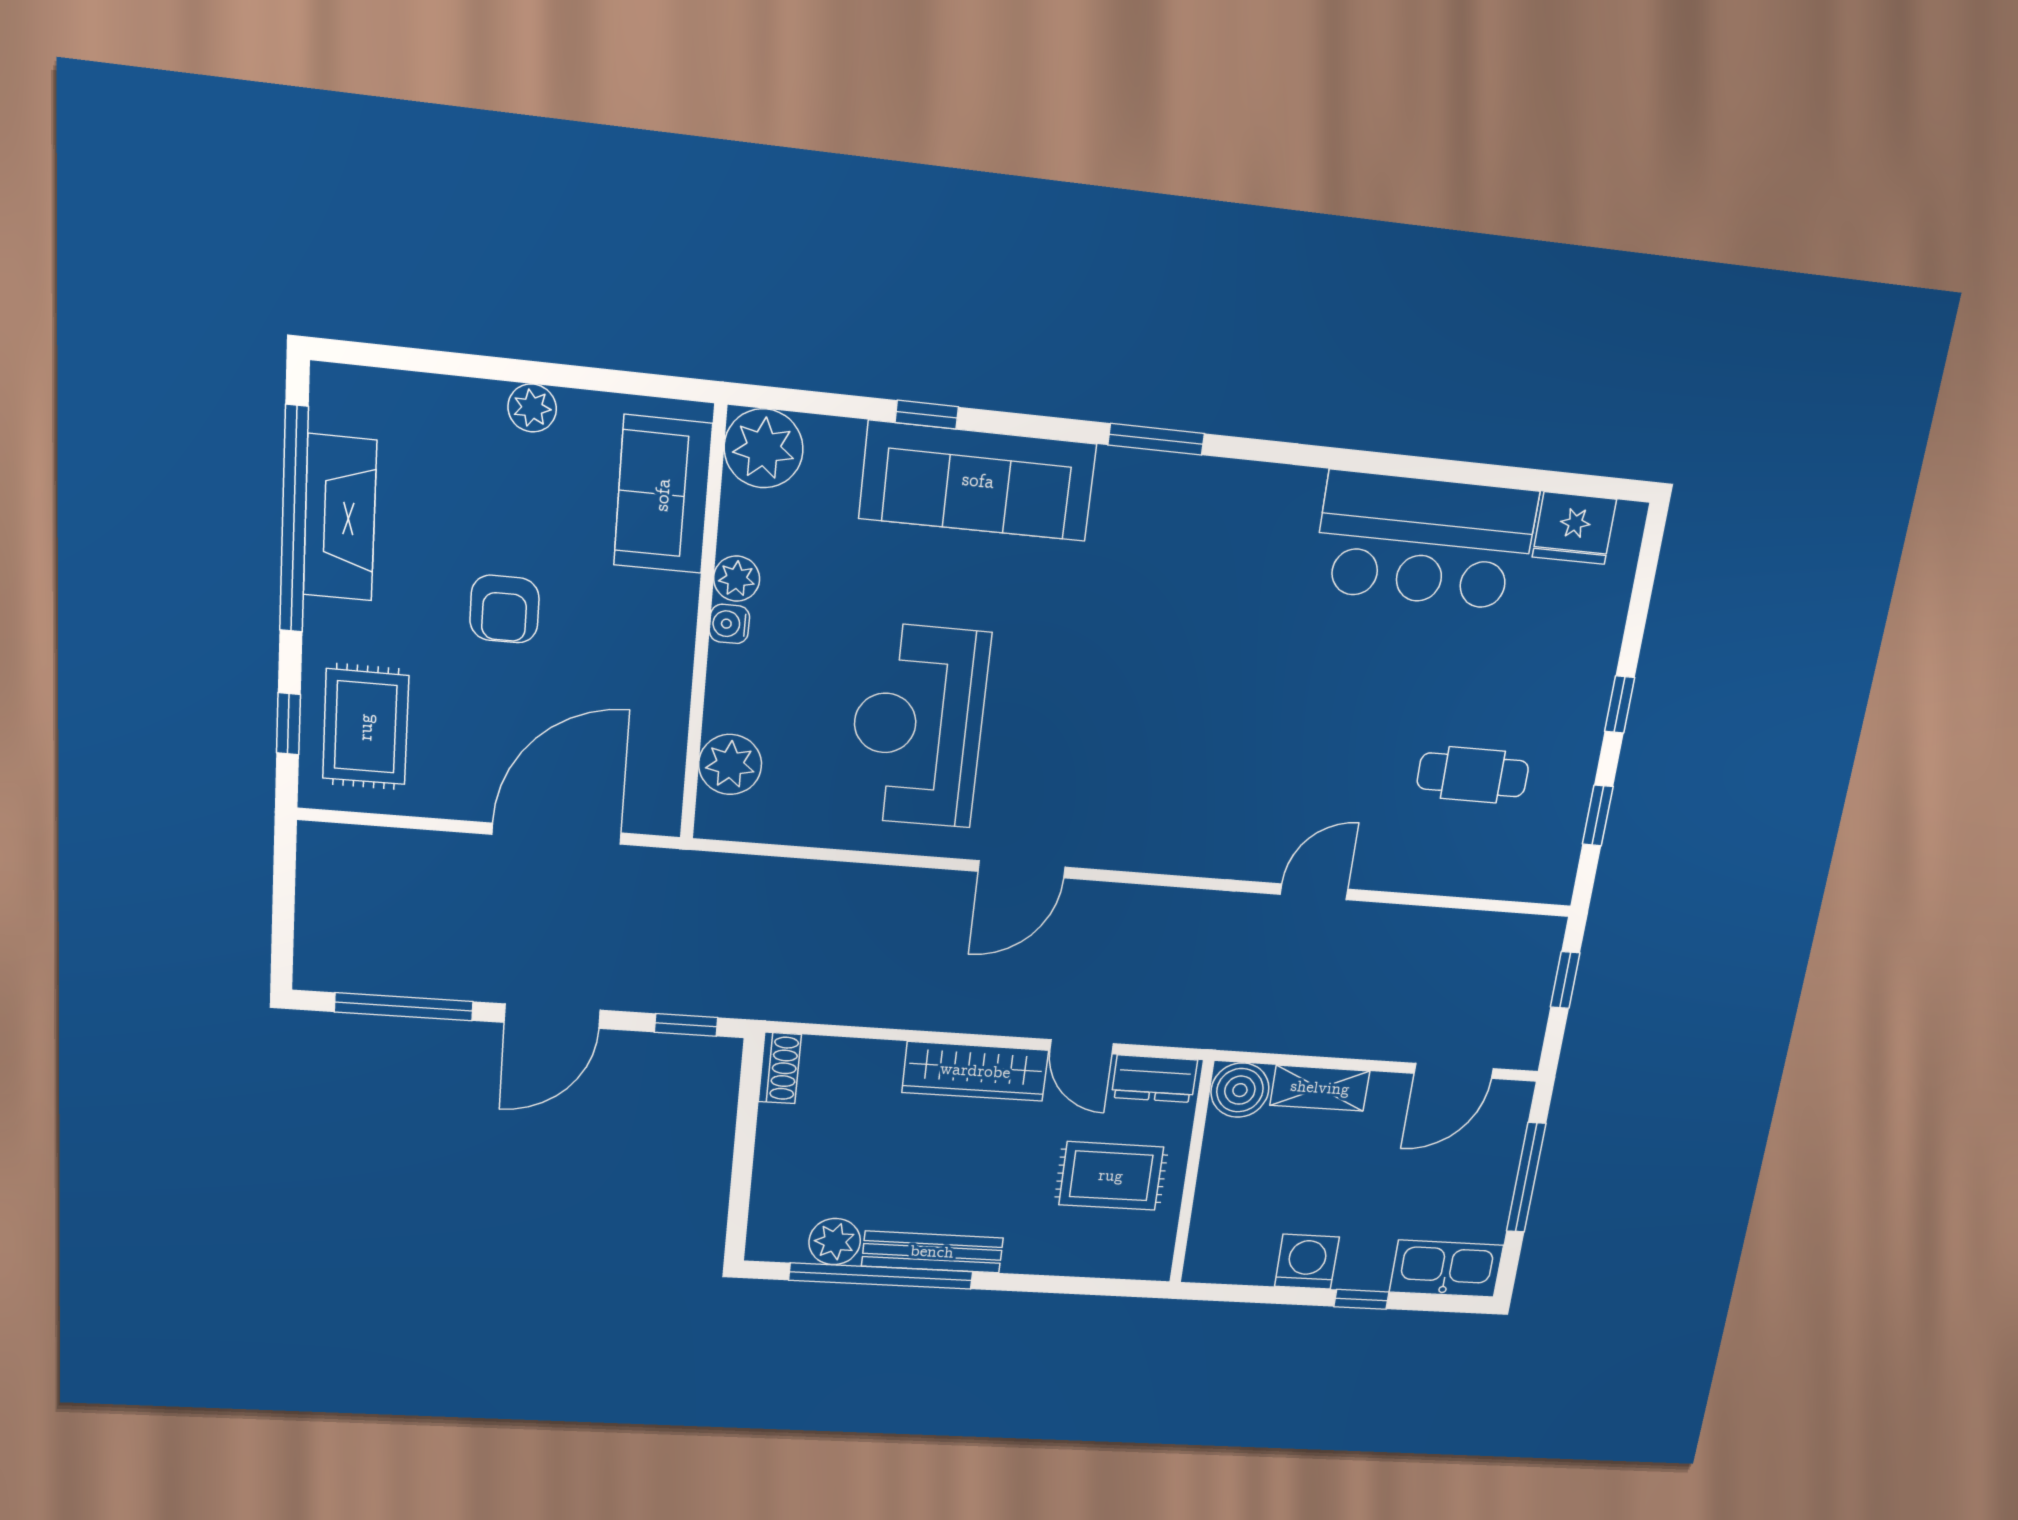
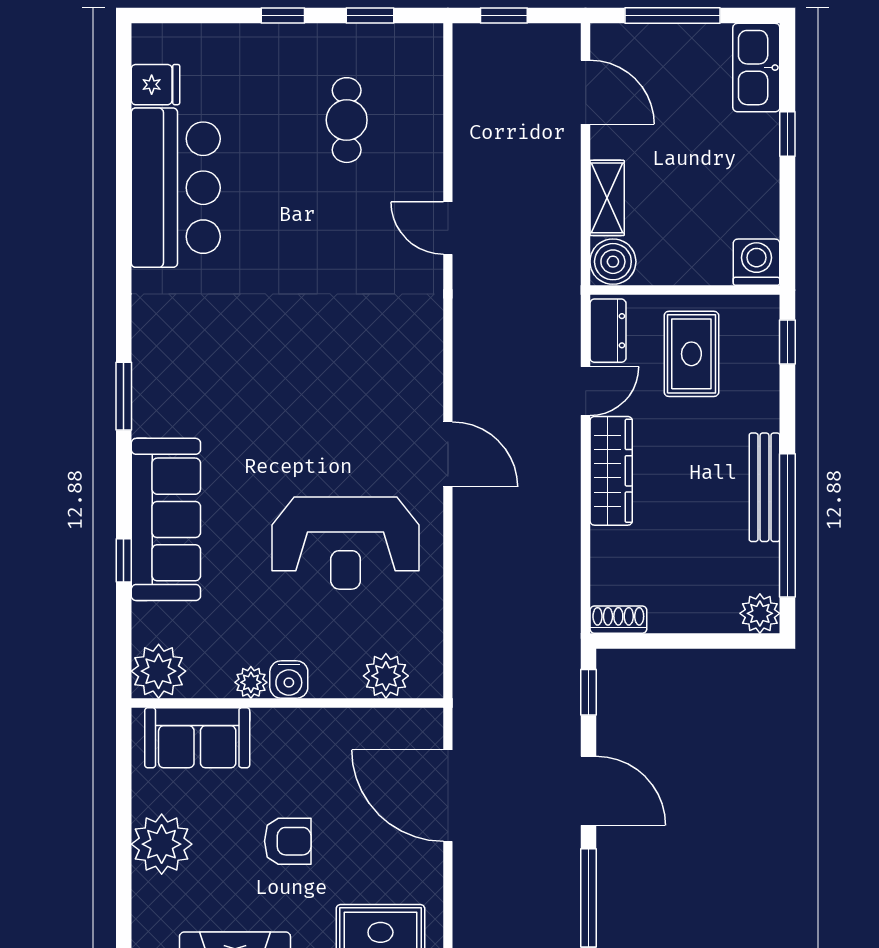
plant: (532, 408) -> (162, 844), width x1.88, depth x1.88
fridge: (1574, 528) -> (155, 85), width x0.72
water cooler: (729, 624) -> (289, 680), width x1.38, depth x1.38
plant: (835, 1242) -> (760, 613), moved
washing machine: (1307, 1262) -> (756, 262), moved, turned 90
window: (1110, 1287) -> (787, 342), added

